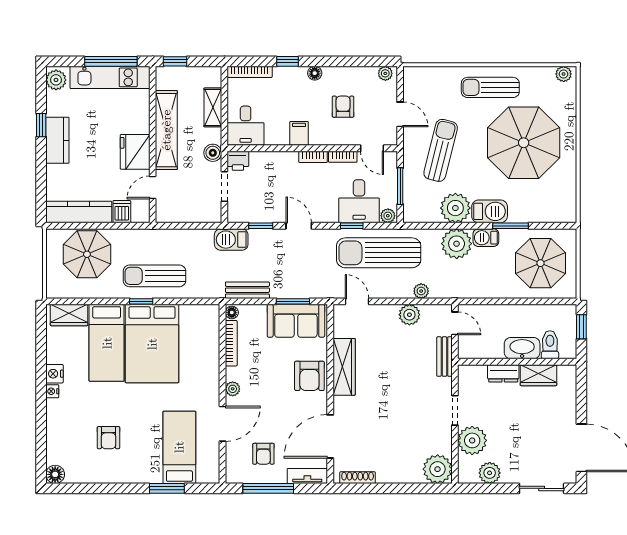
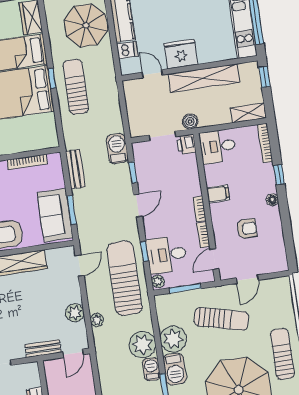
plant: (385, 73) -> (281, 261), removed
shelving: (213, 107) -> (248, 113), moved
floor lamp: (232, 312) -> (54, 158), removed

